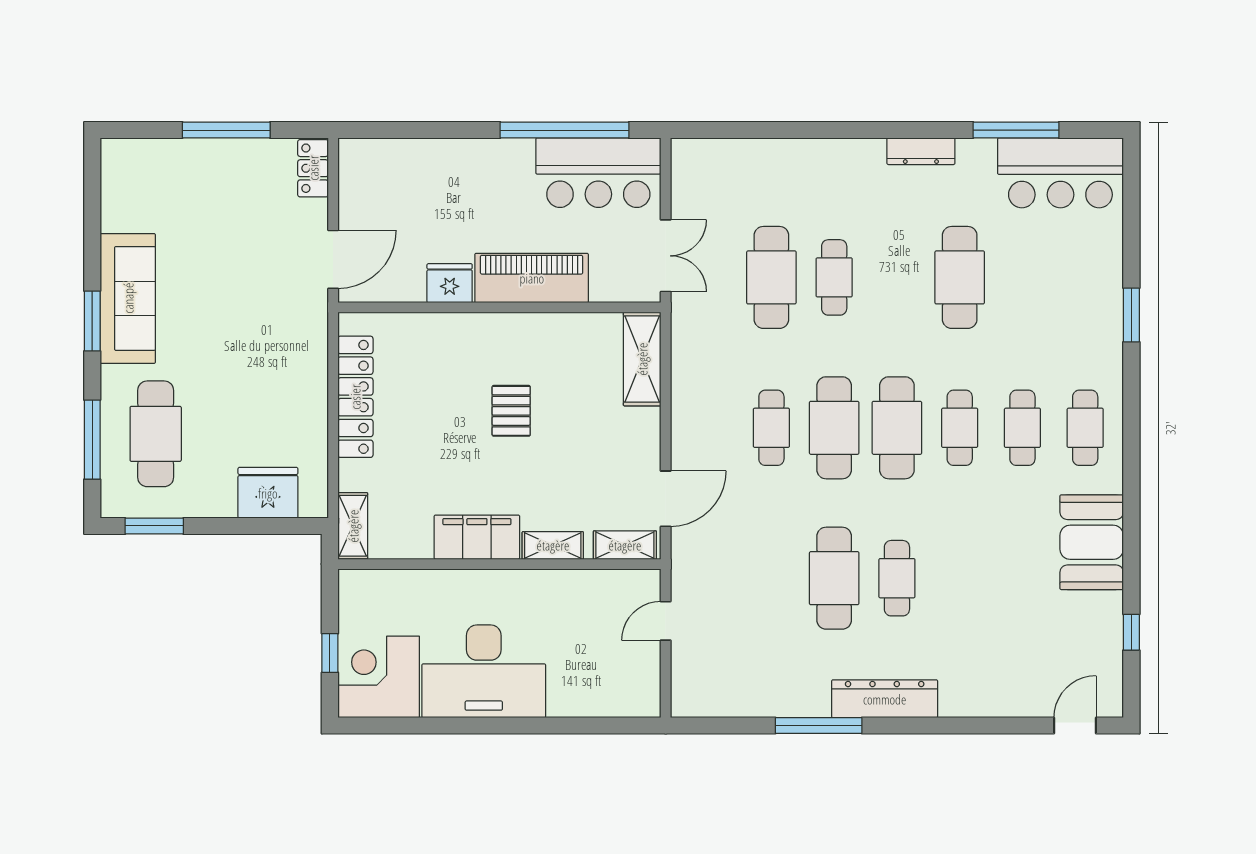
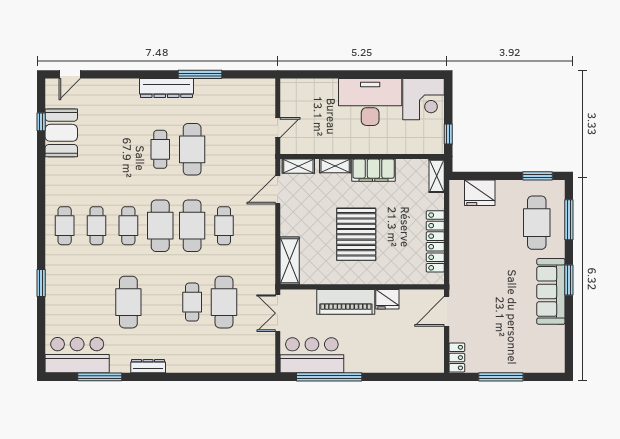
pallet: (511, 411) -> (356, 234), width x2.05, depth x2.00
booth: (1092, 542) -> (61, 133), moved
window: (330, 653) -> (448, 134), moved

